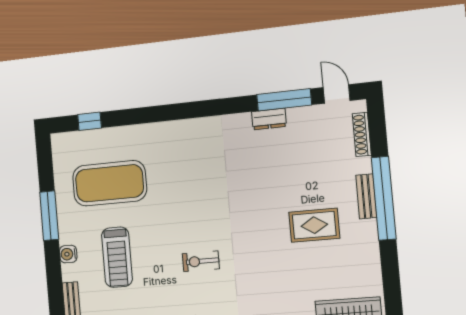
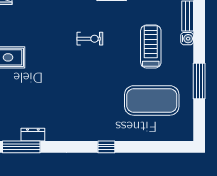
window: (90, 121) -> (106, 147), moved
water cooler: (68, 254) -> (187, 39), moved

